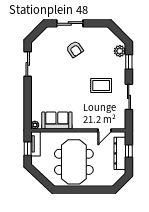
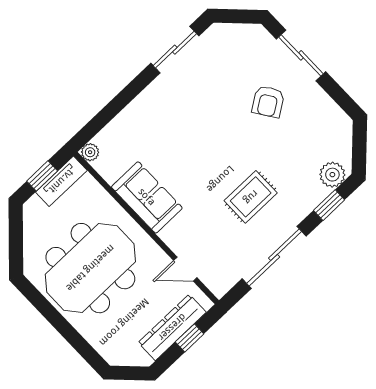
rug: (101, 85) -> (251, 197), turned 90
sliding door: (129, 97) -> (274, 257), width x1.37
sofa: (57, 120) -> (147, 197), moved

